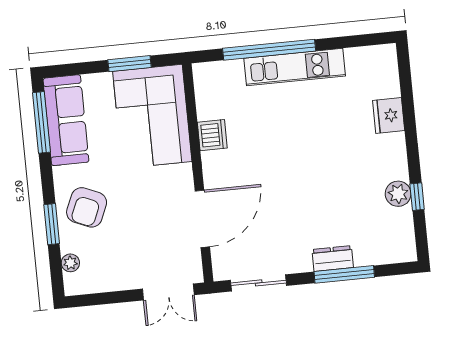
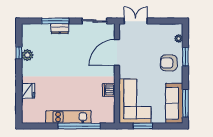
armchair: (87, 207) -> (169, 63), turned -113

